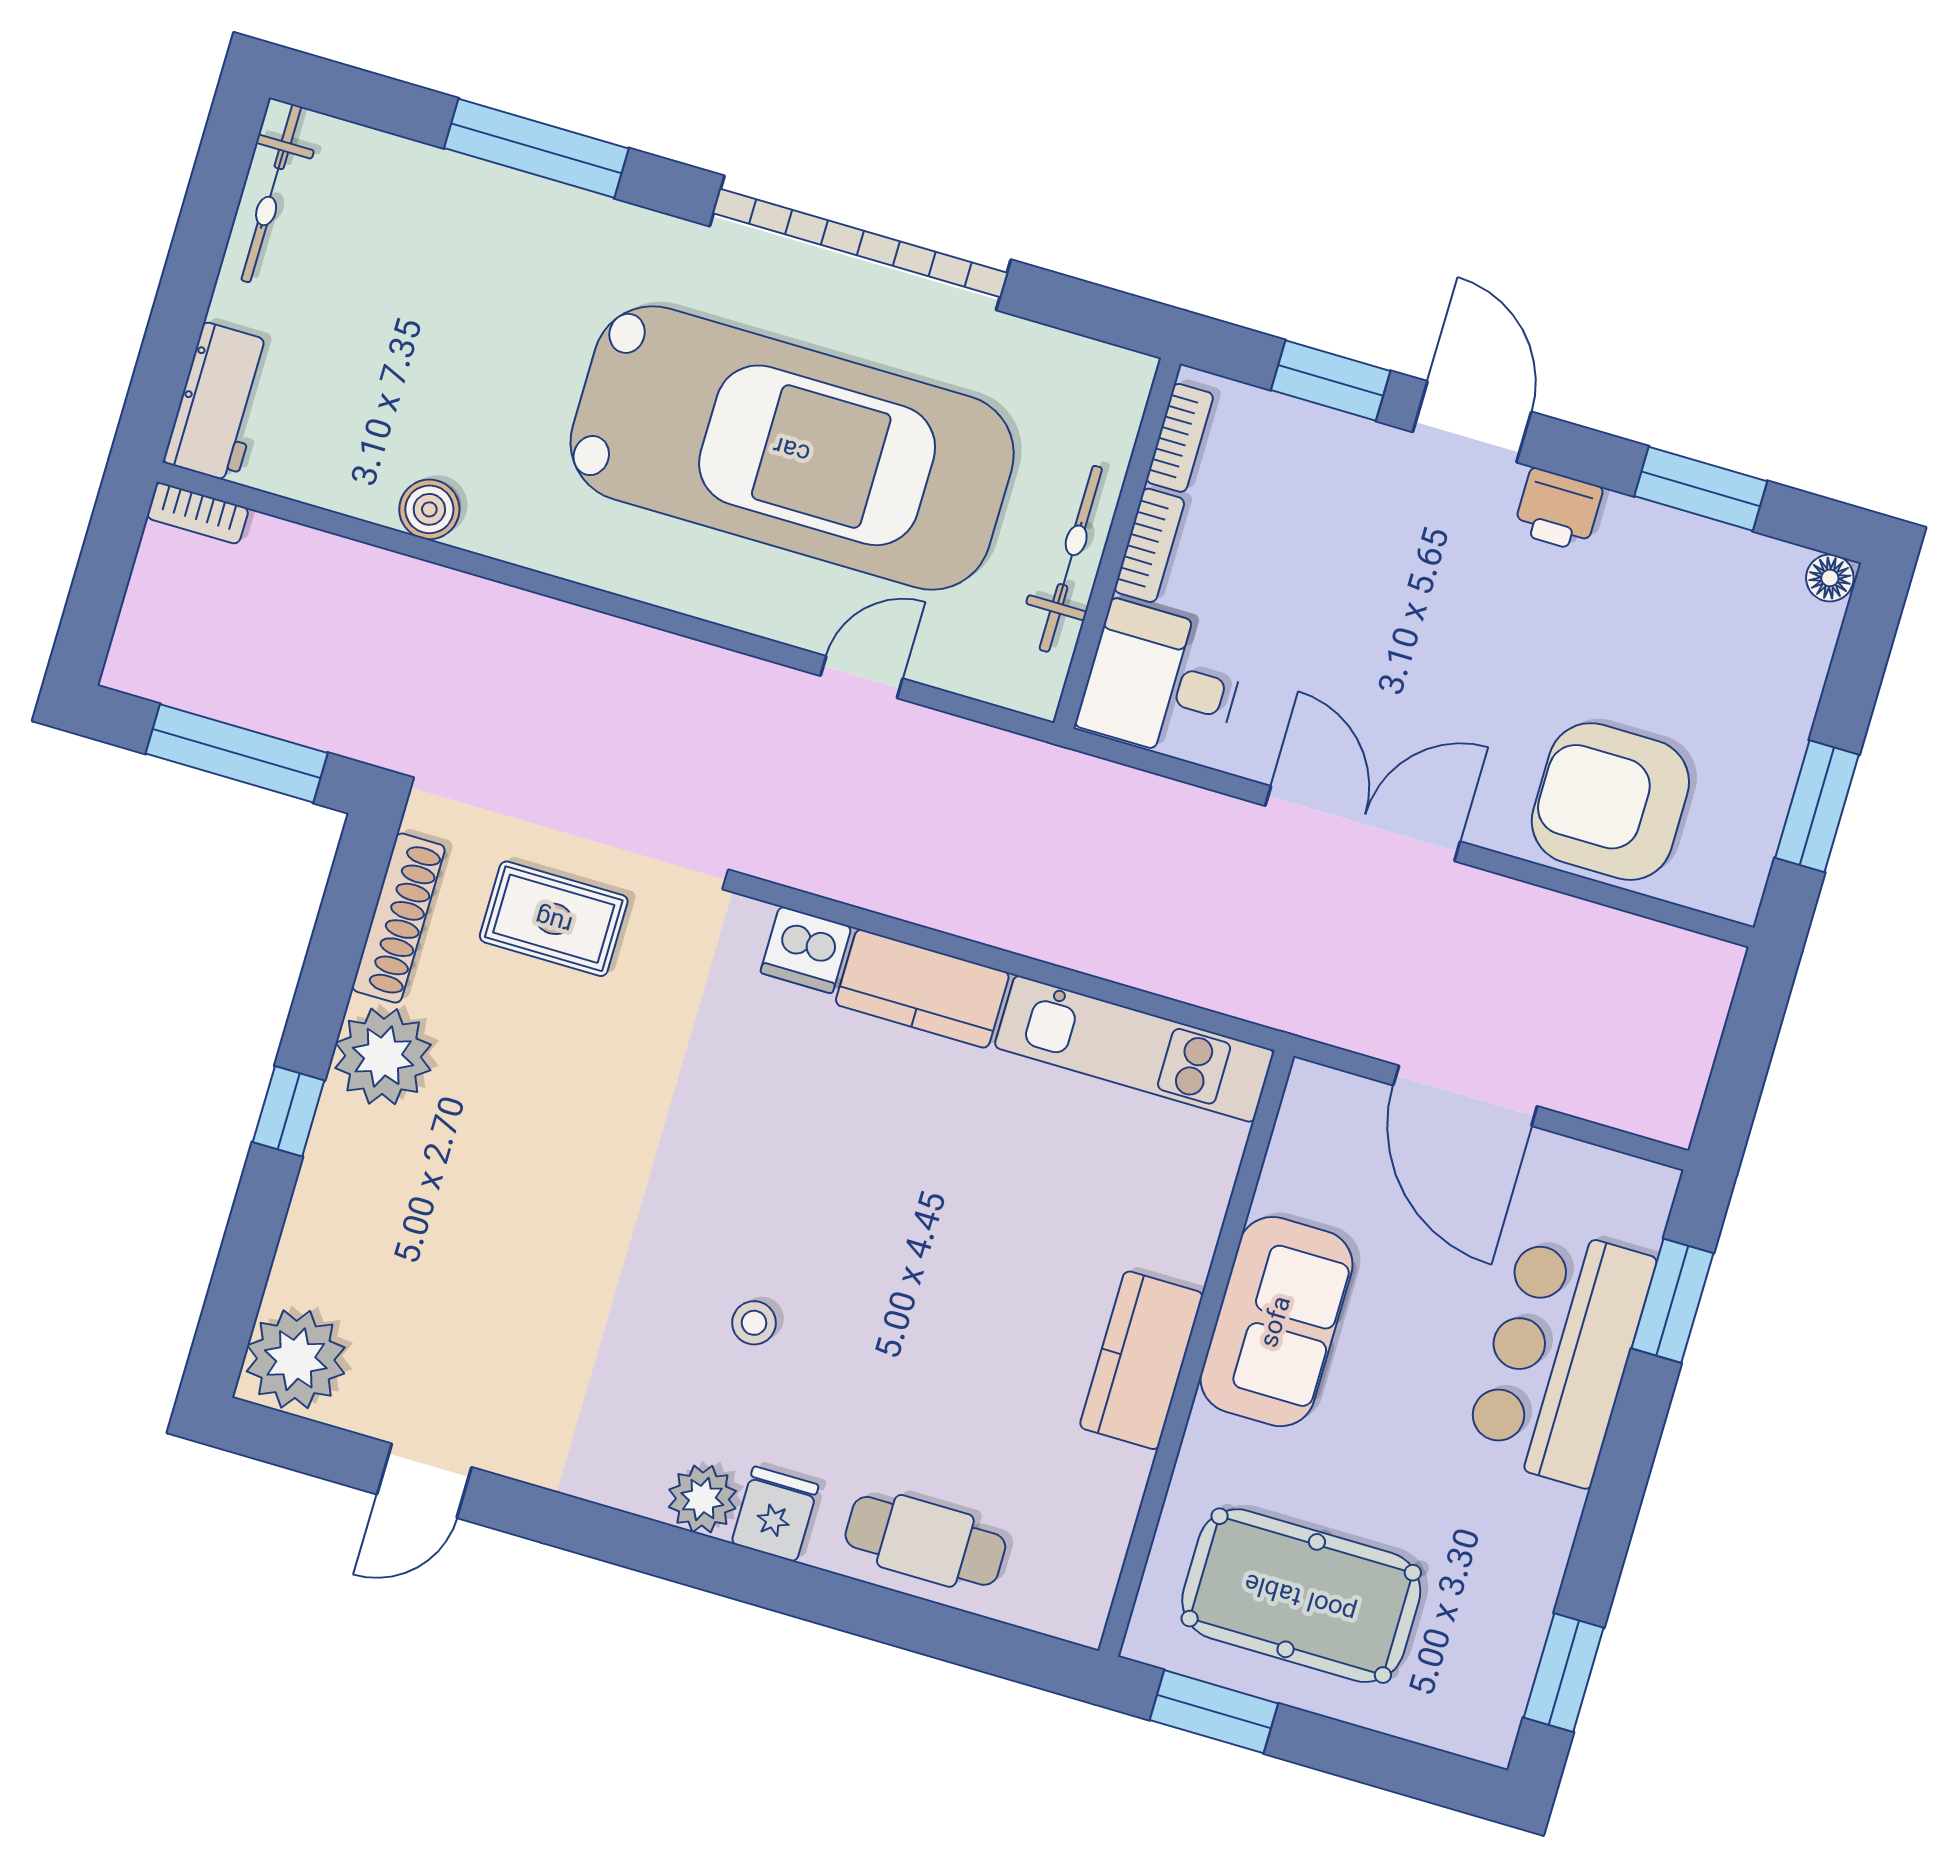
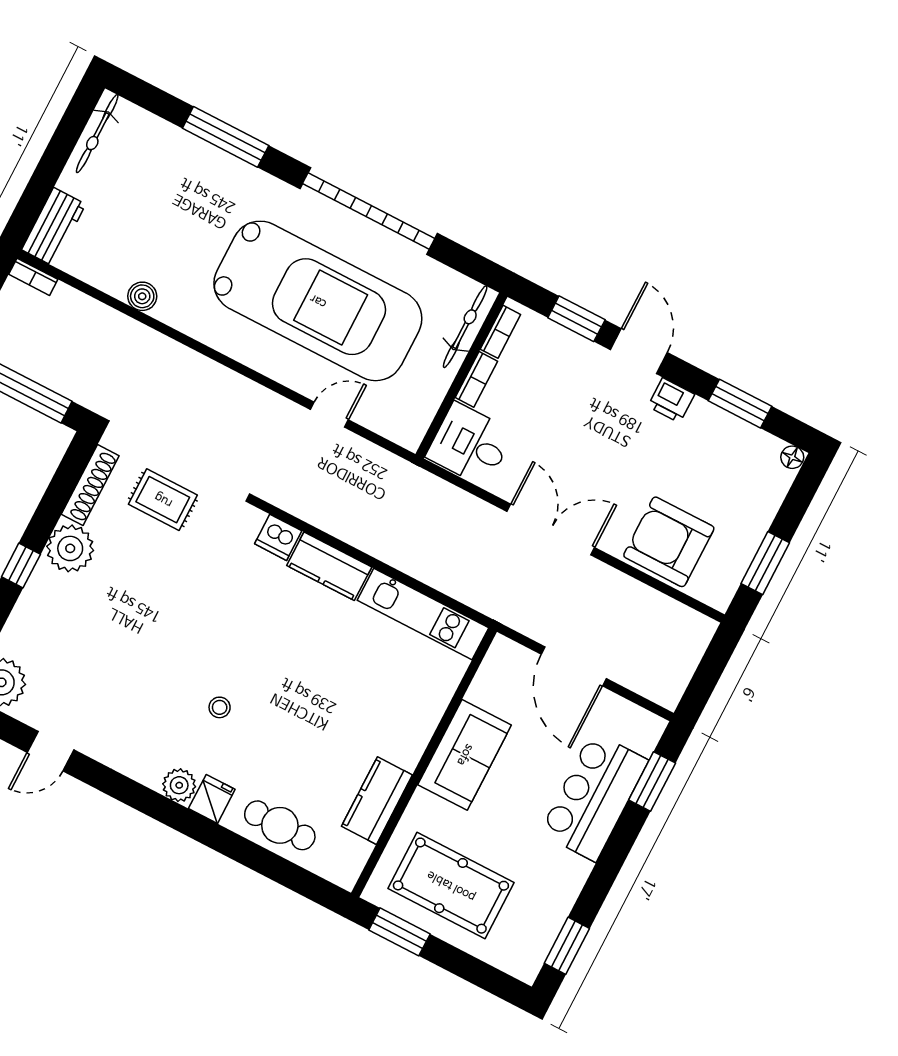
bicycle: (1071, 559) -> (465, 327), moved
kitchen counter: (1141, 1360) -> (377, 801), moved

